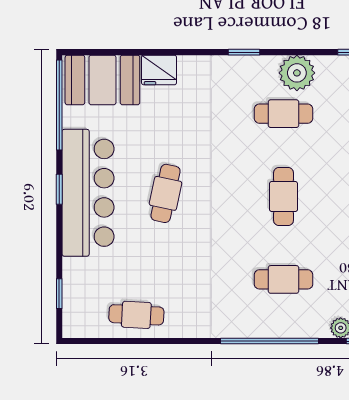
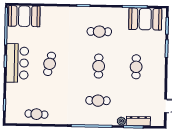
fridge: (159, 70) -> (48, 12), removed
plant: (297, 73) -> (105, 15), removed
bar counter: (88, 193) -> (17, 63), width x0.73

